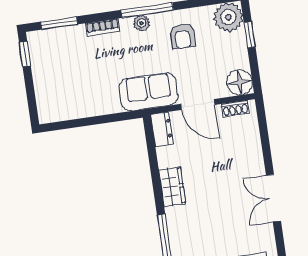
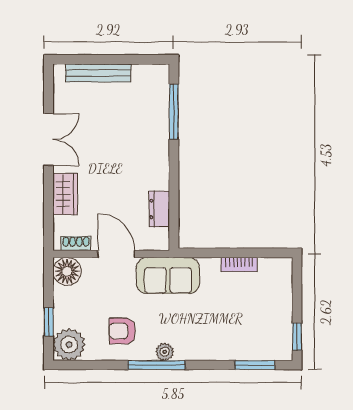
bookcase: (103, 27) -> (239, 264), moved, turned 180
armchair: (182, 36) -> (122, 331), turned -90
dresser: (162, 129) -> (159, 209), moved
wardrobe: (172, 187) -> (65, 194), moved, turned 180

